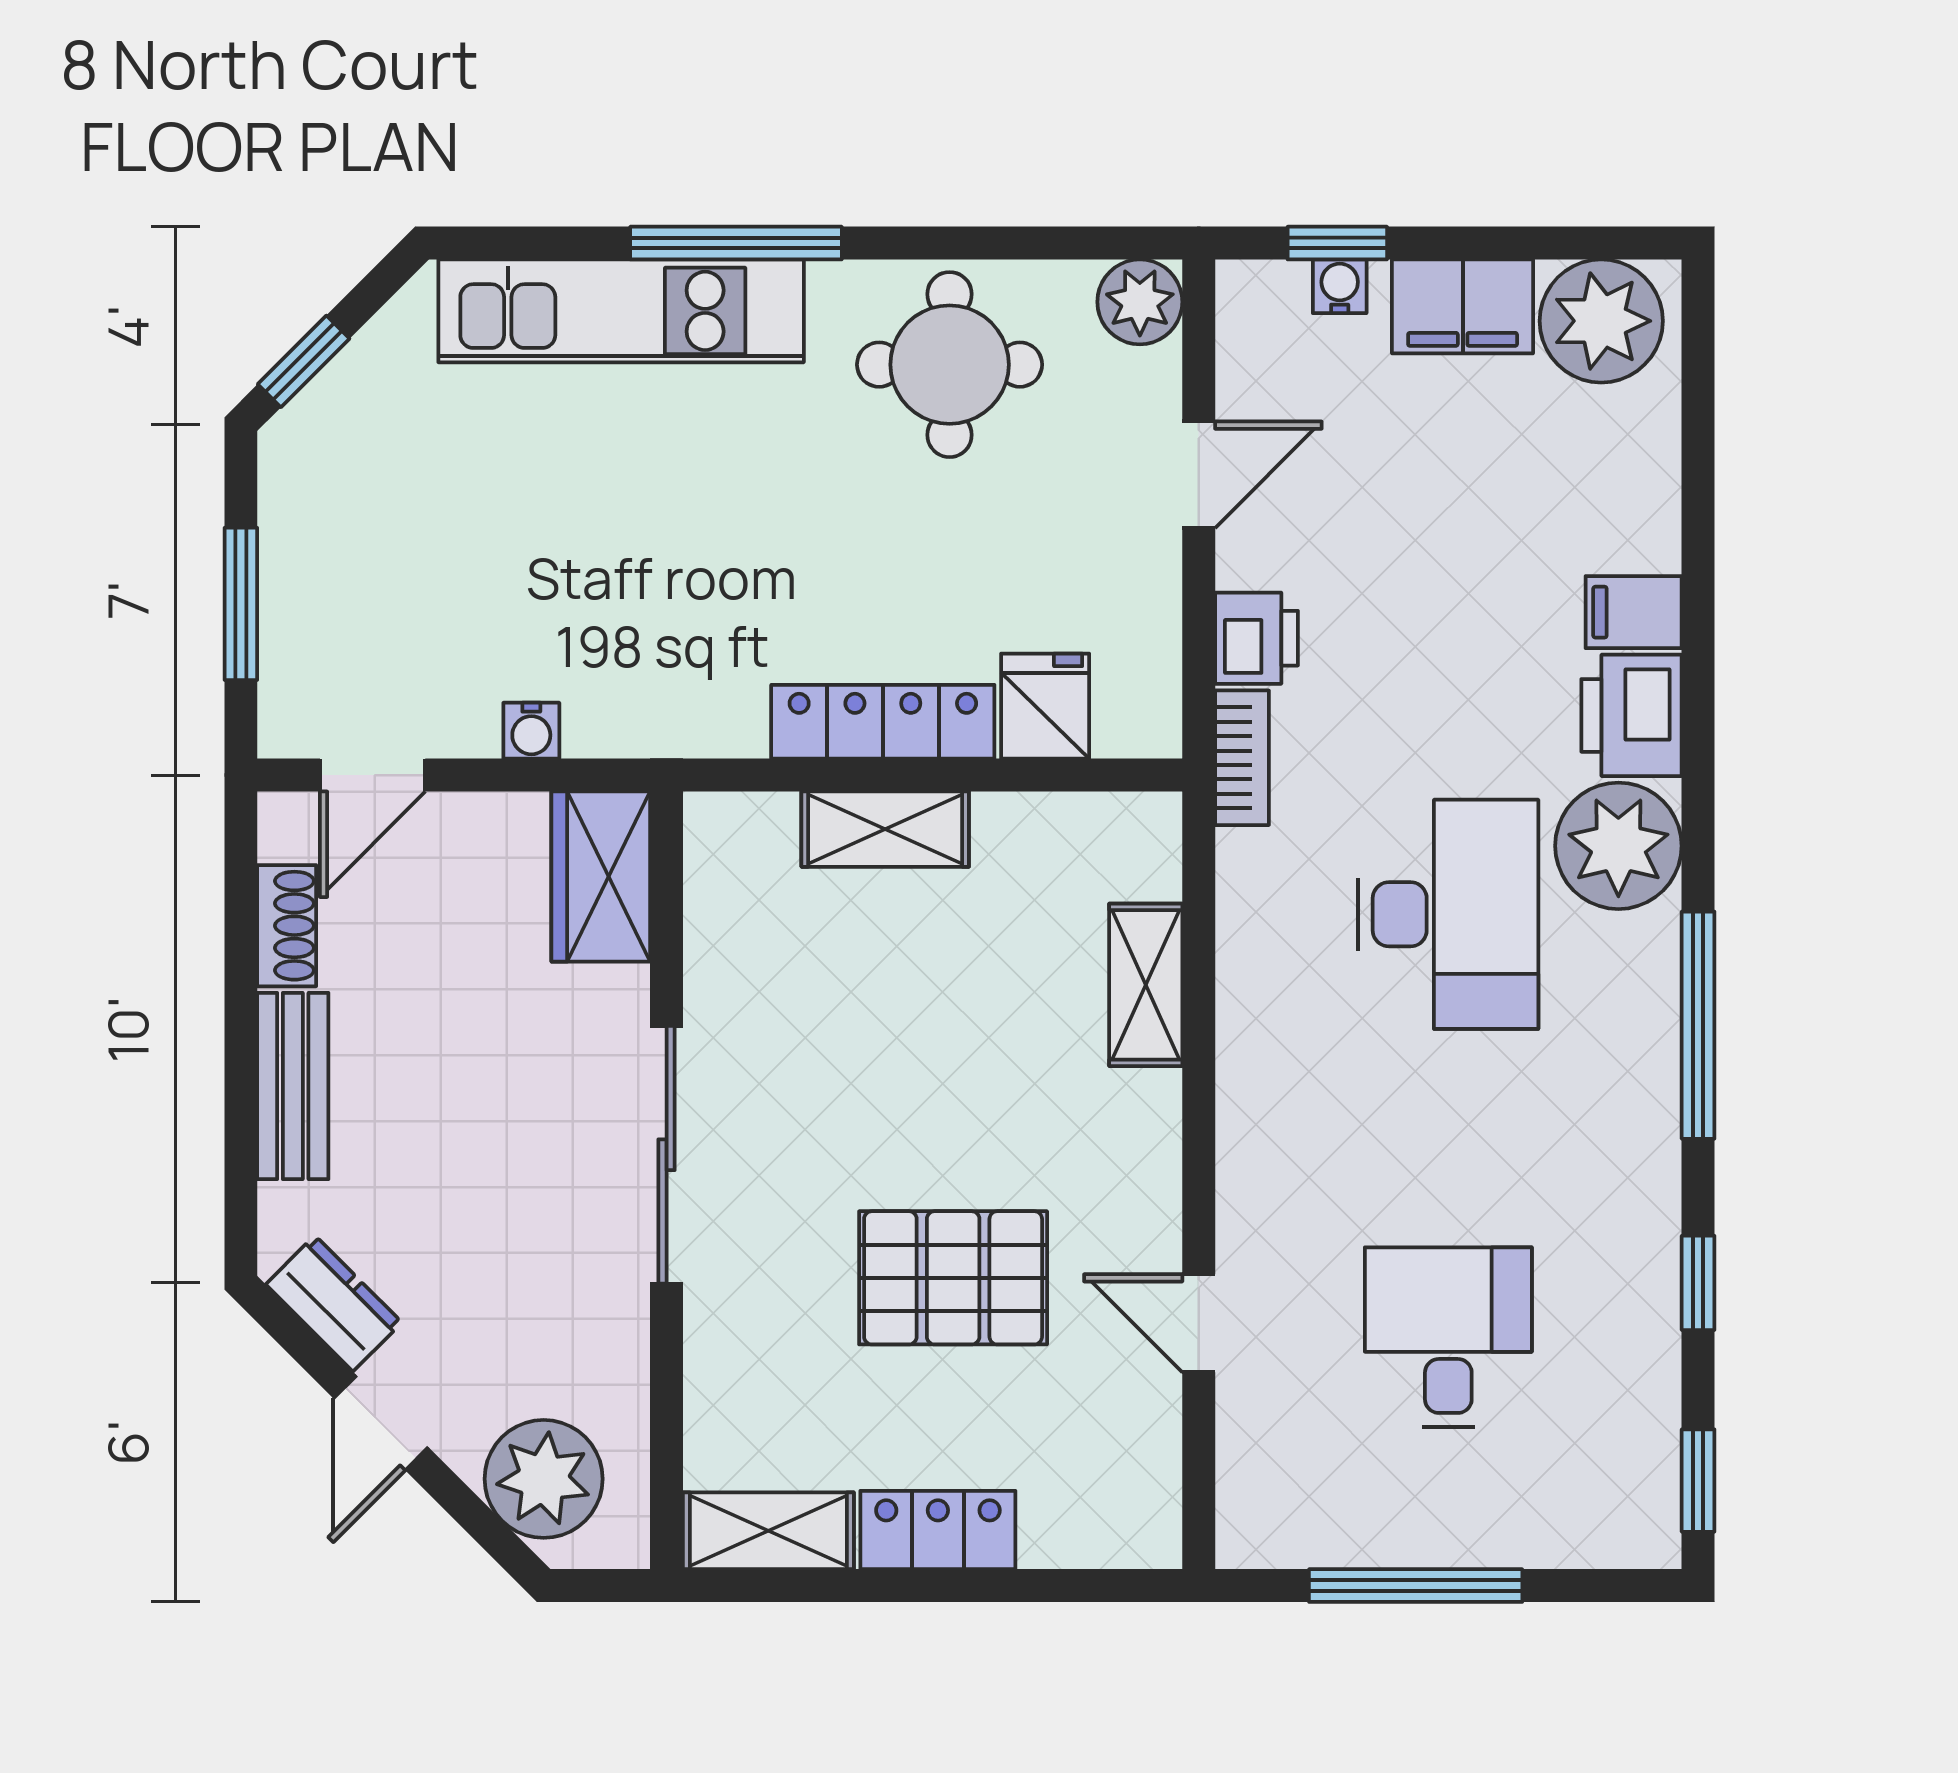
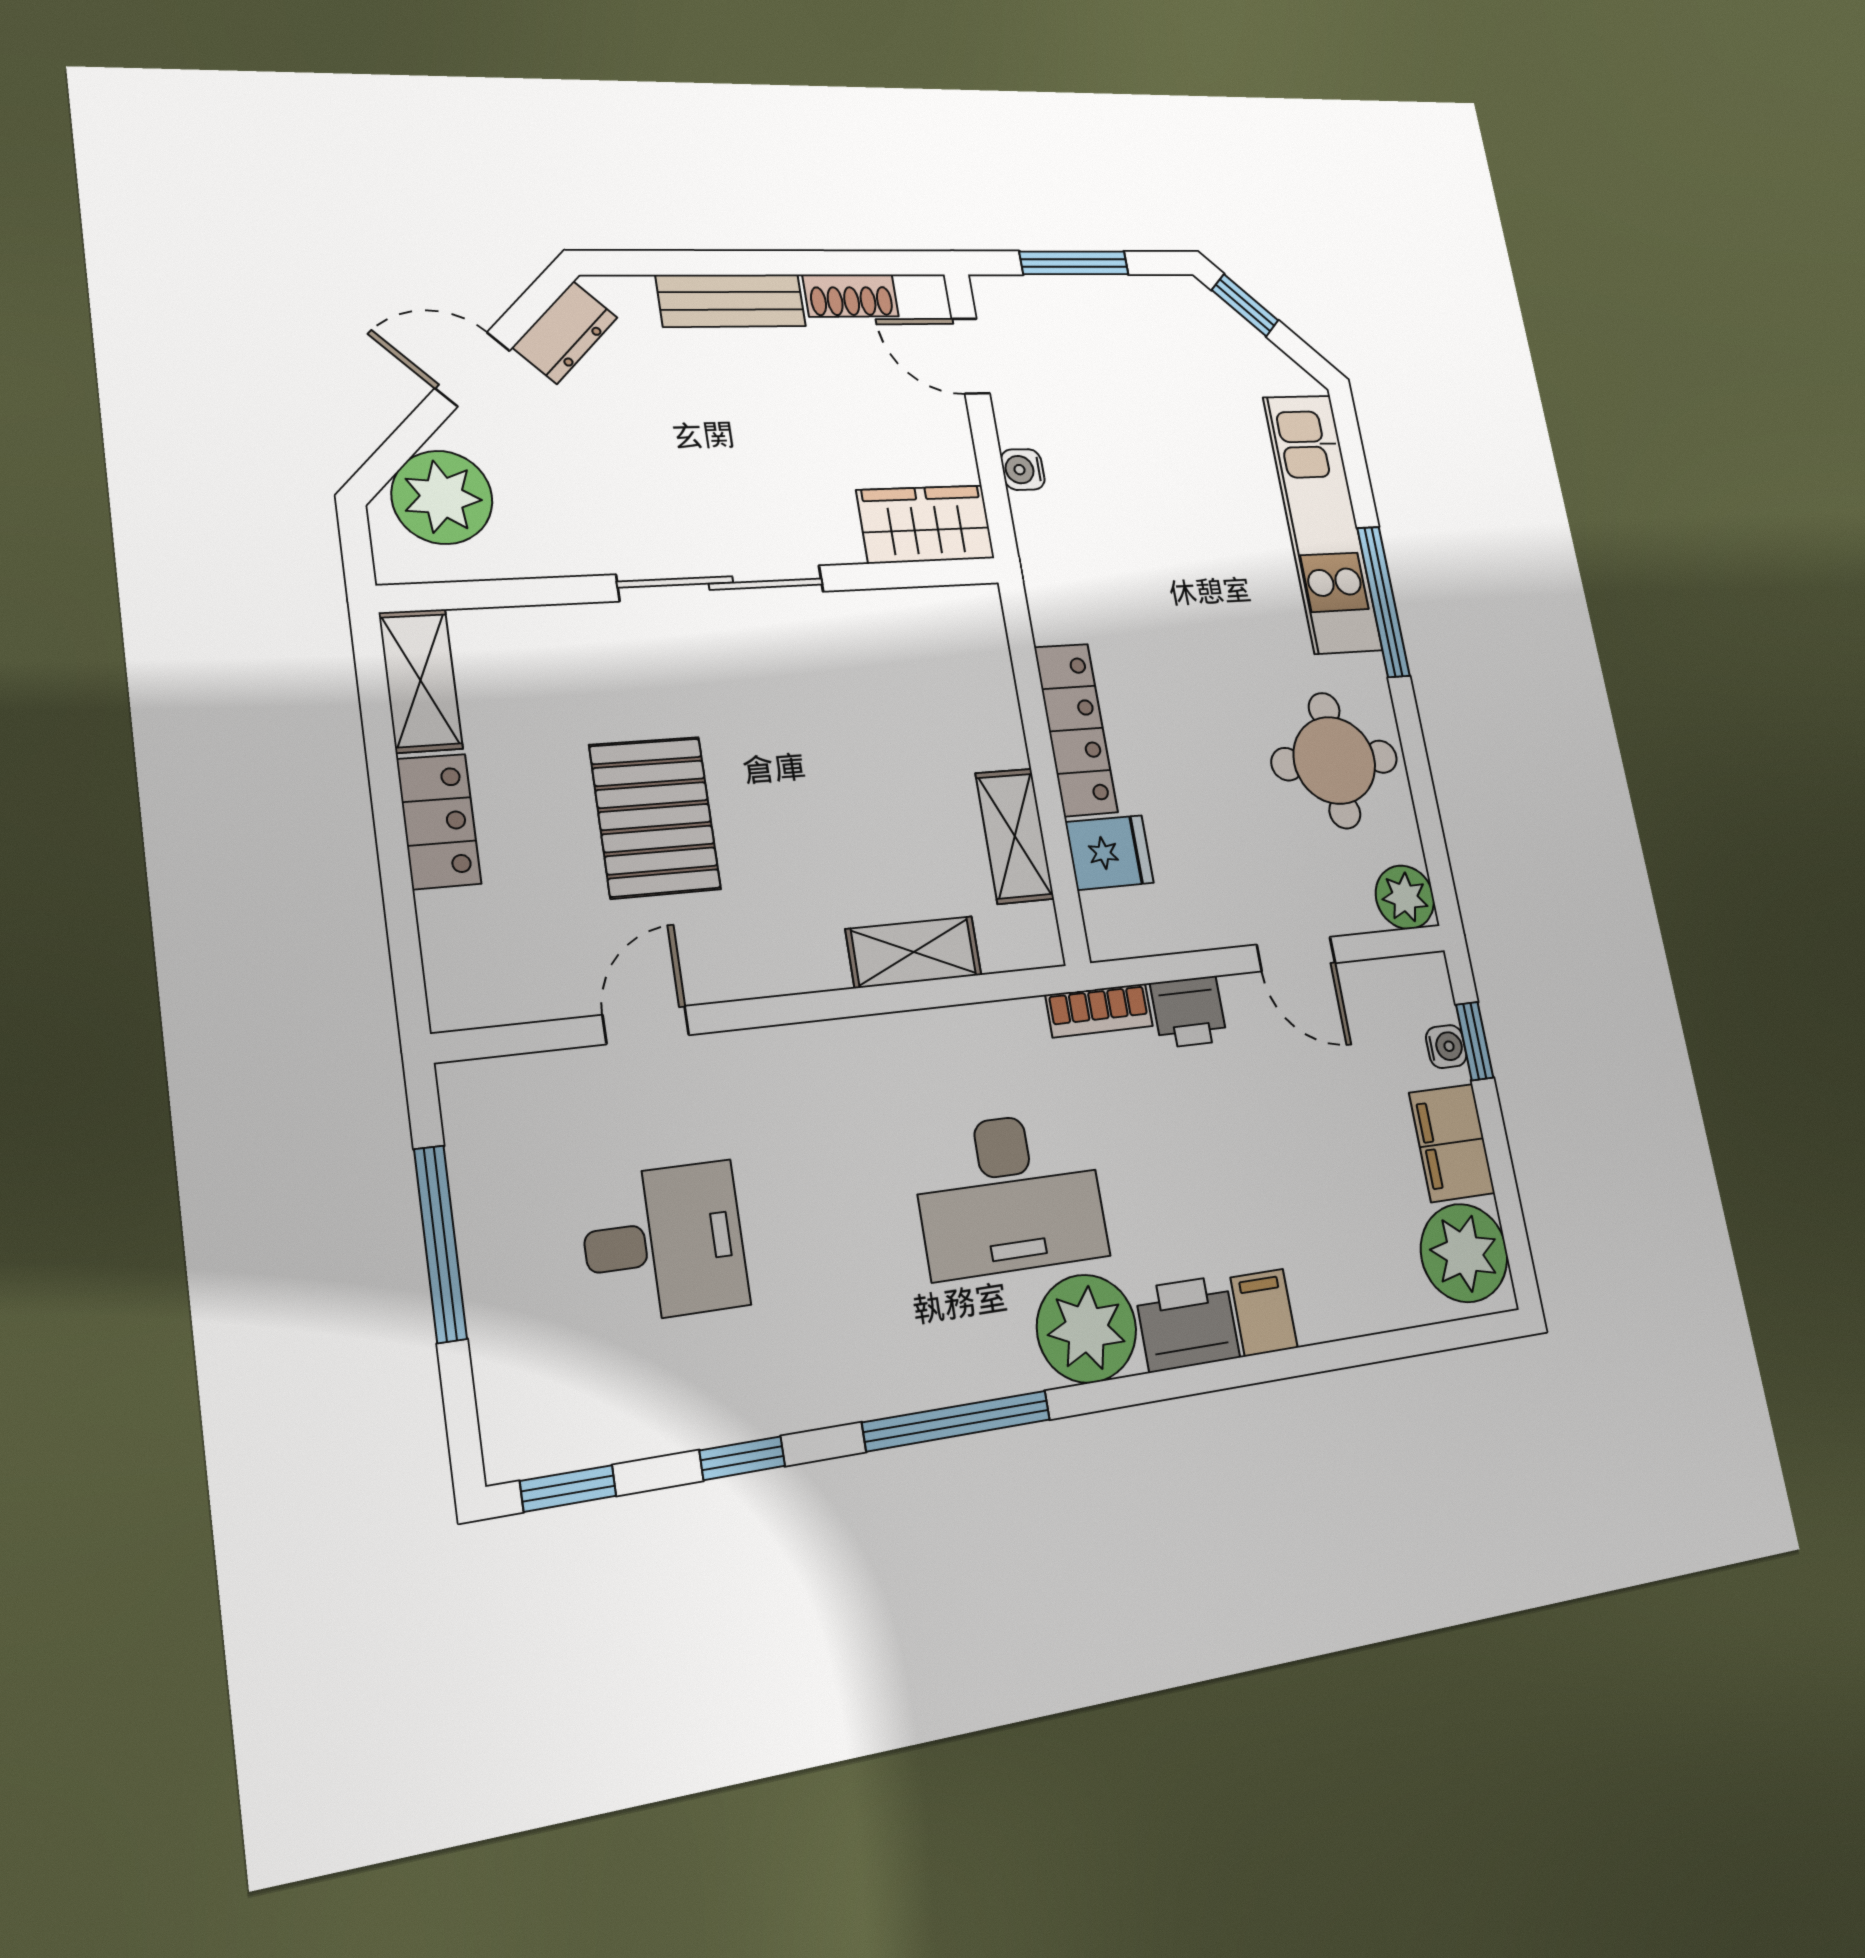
shelving: (885, 829) -> (1015, 836), moved

